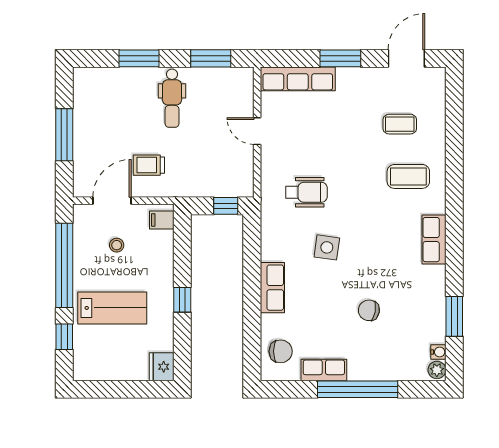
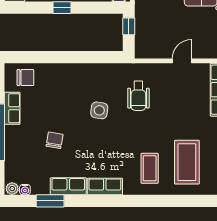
coffee table: (400, 124) -> (187, 162), width x1.86, depth x1.72
window: (226, 206) -> (129, 26), moved
row of seats: (272, 288) -> (68, 186), moved, turned 180
chair: (281, 351) -> (25, 78), turned -90

